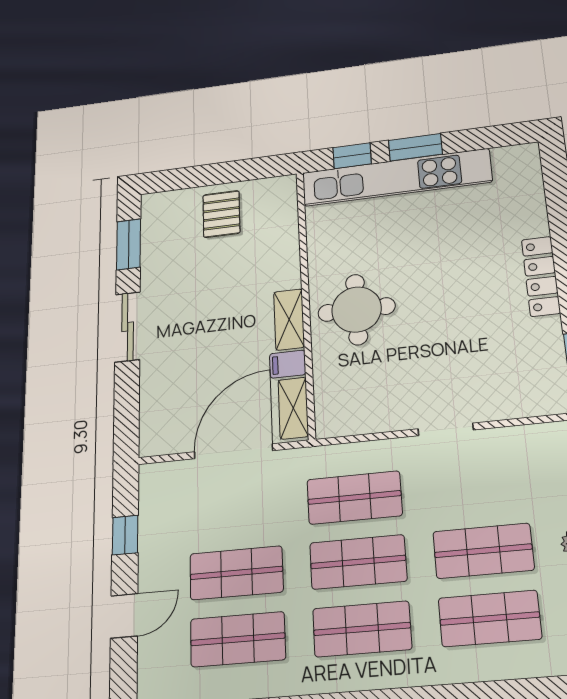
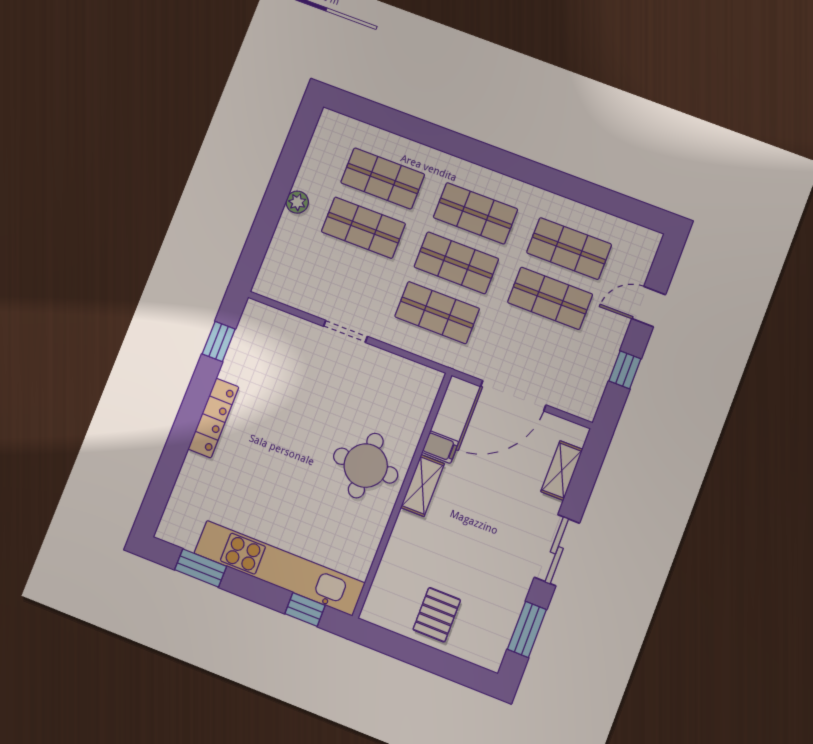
window: (415, 147) -> (201, 568), moved
shelving: (293, 408) -> (562, 471), moved

